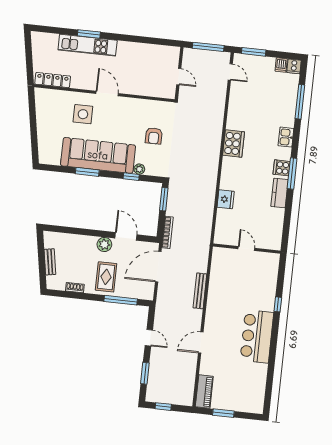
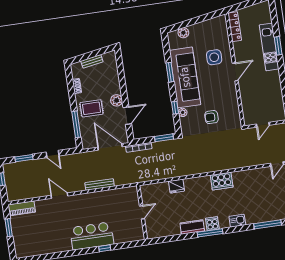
plant: (44, 143) -> (183, 33), added
bar counter: (257, 336) -> (92, 236), moved
door: (149, 338) -> (53, 154), hinge flipped

